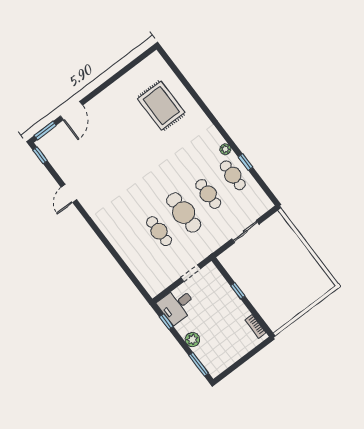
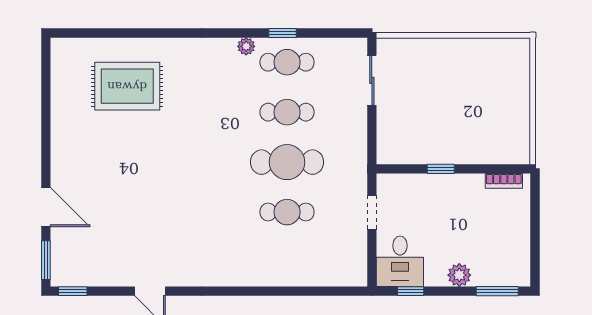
sliding door: (245, 232) -> (372, 80), moved

